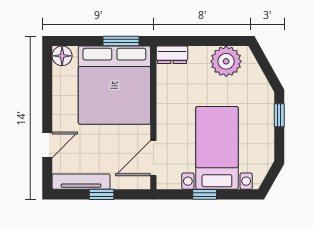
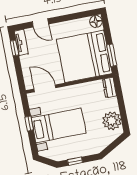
window: (279, 115) -> (75, 161), moved
tv unit: (81, 182) -> (21, 42), width x0.71
window: (102, 194) -> (14, 48), moved

